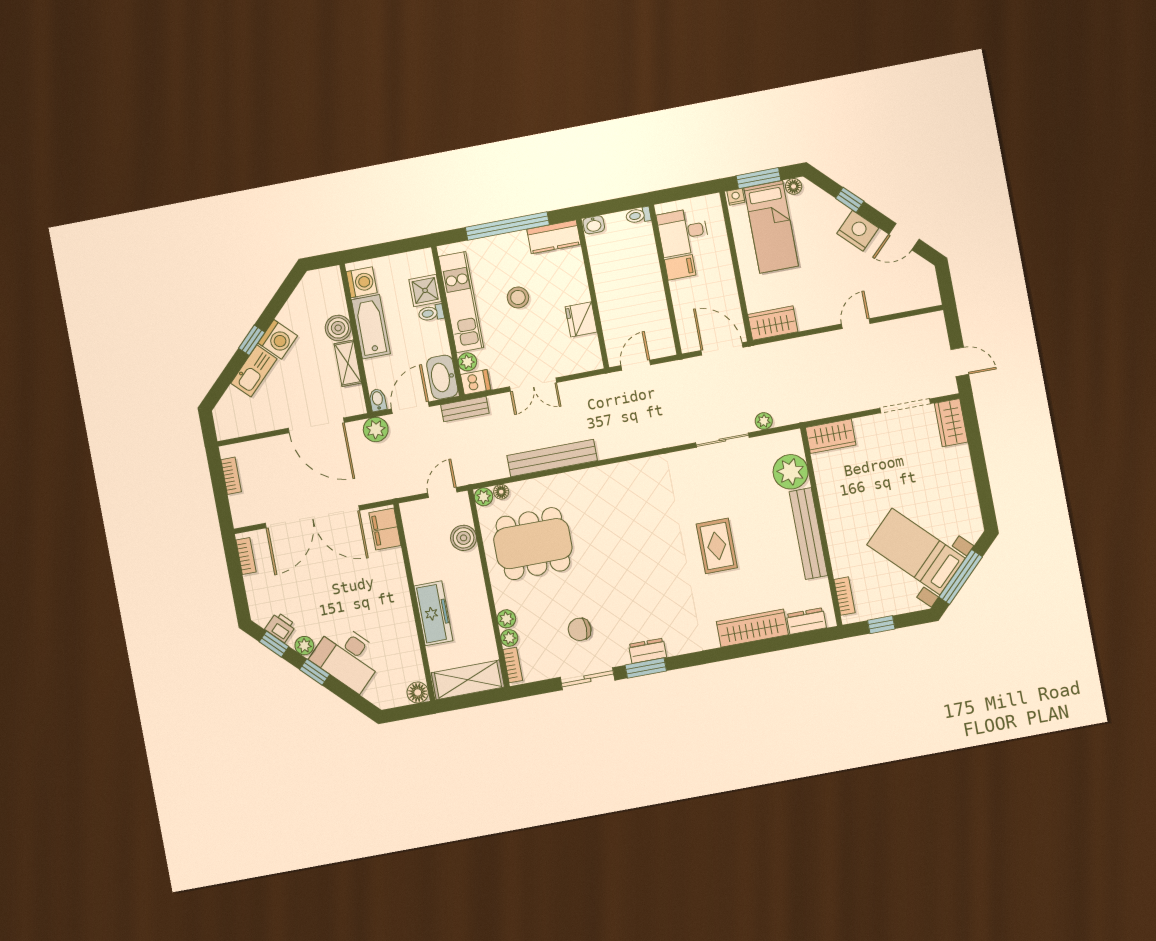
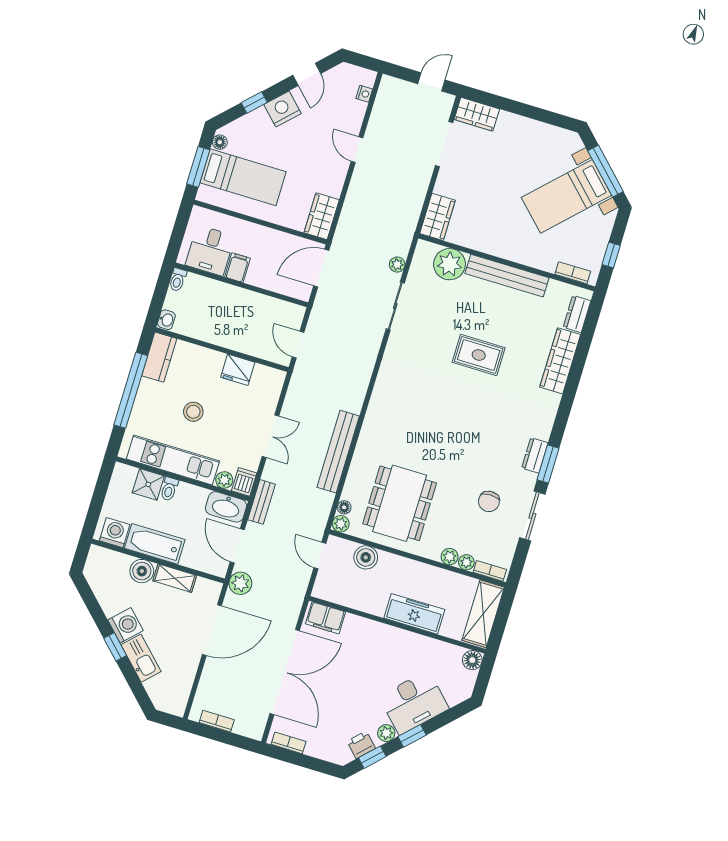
nightstand: (736, 197) -> (364, 94), moved, turned 180
bidet: (378, 400) -> (217, 569), removed

